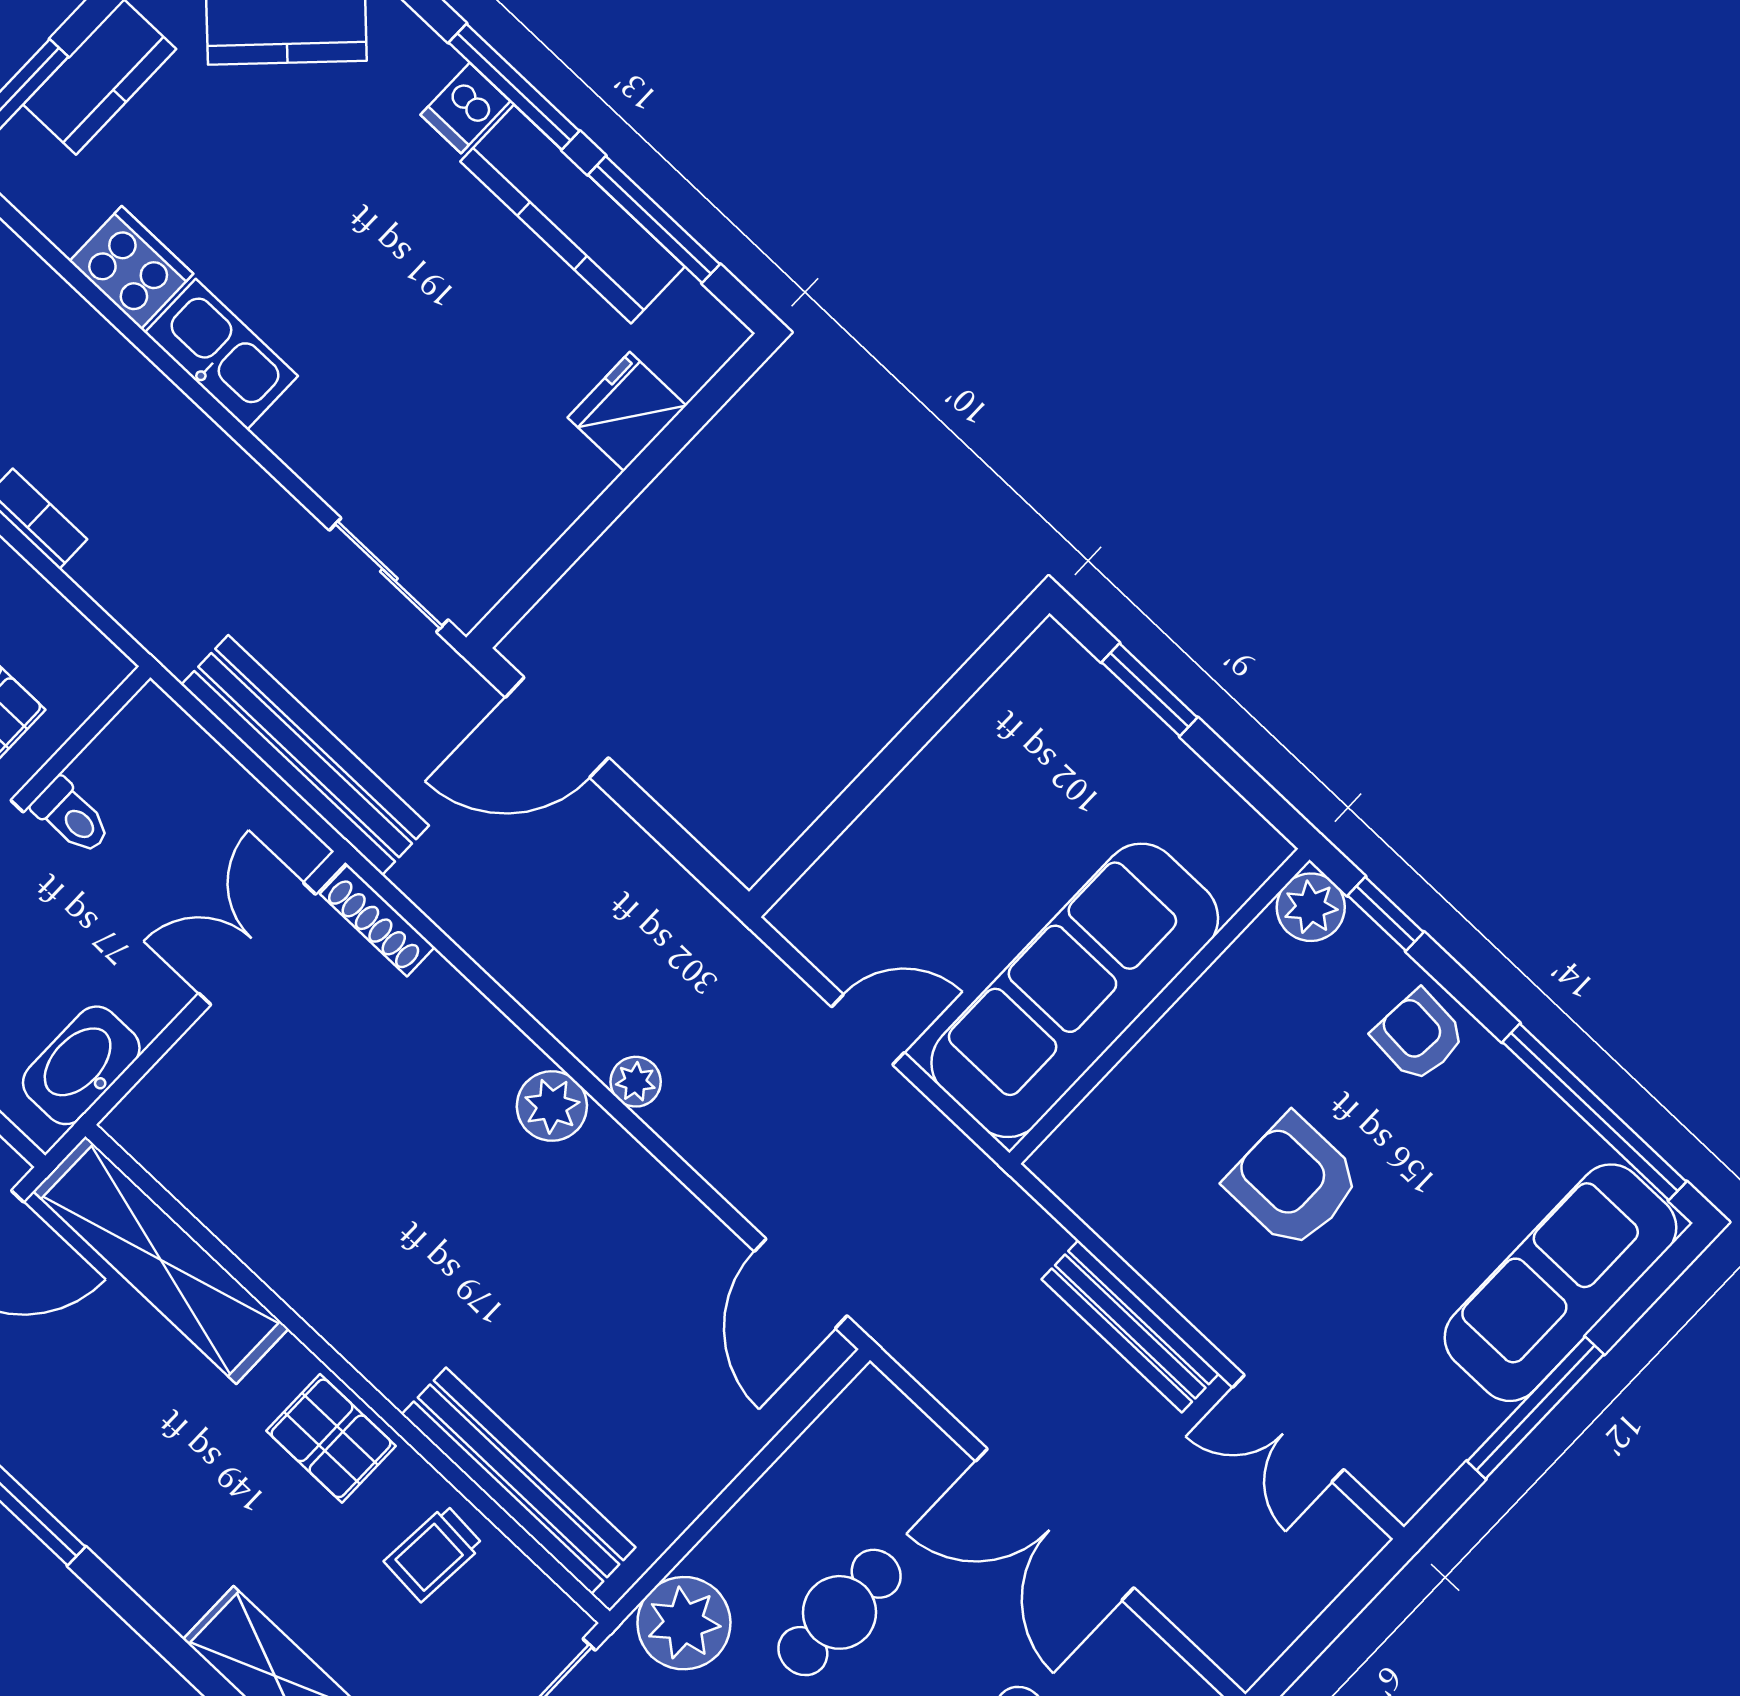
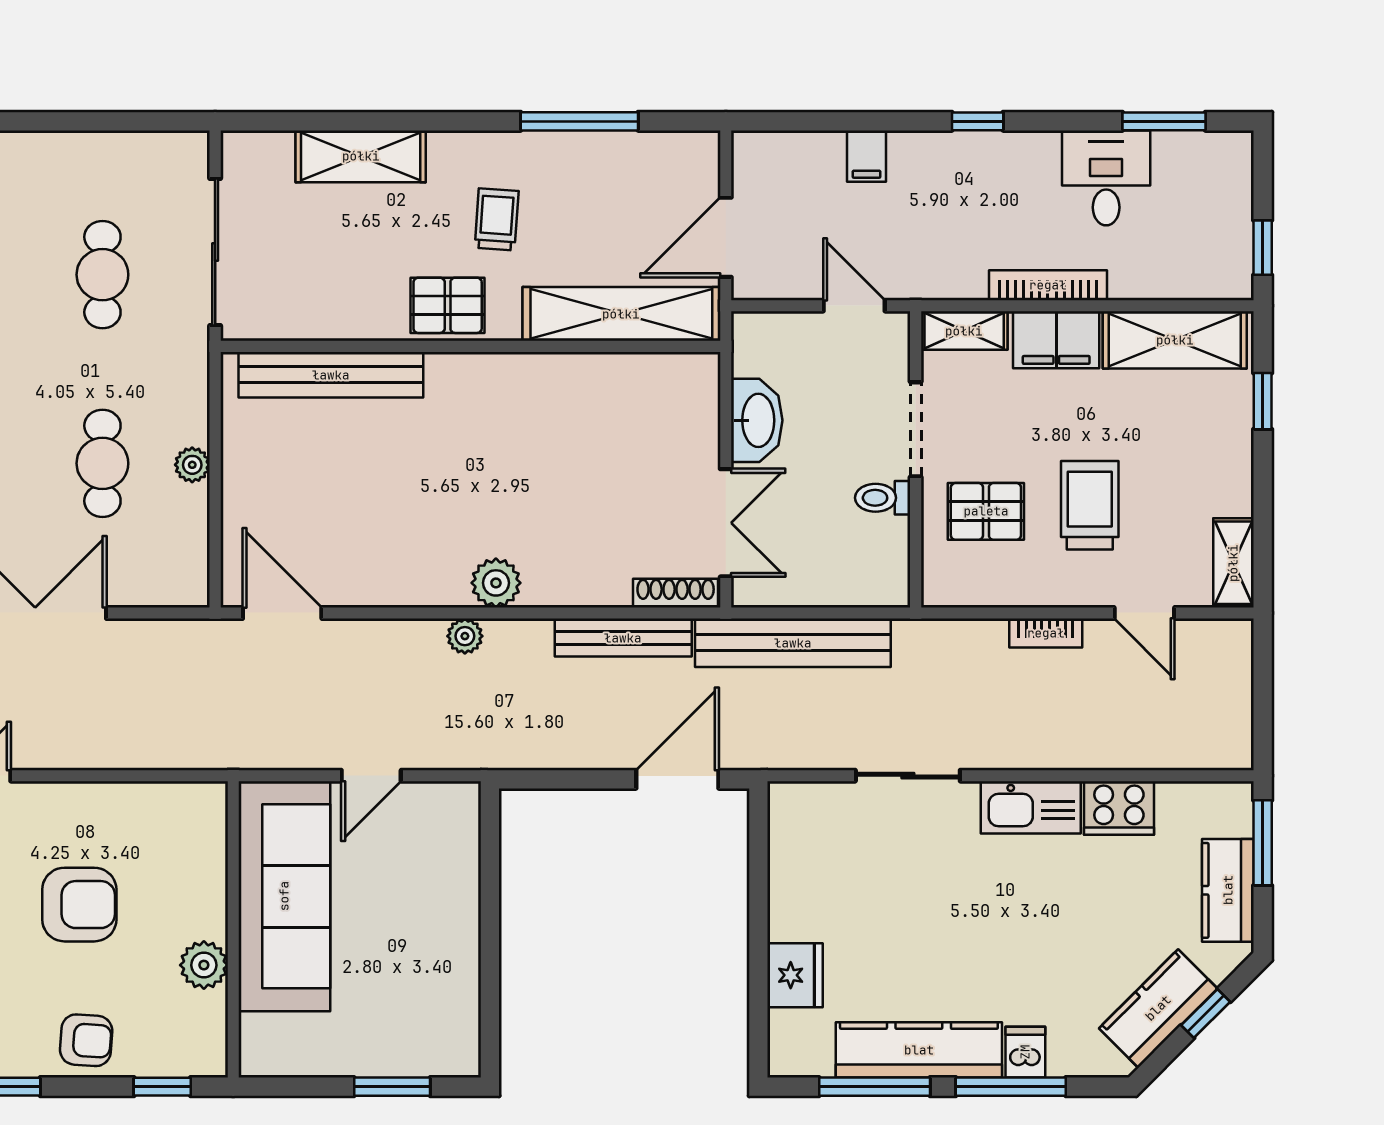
sliding door: (389, 575) -> (908, 776), moved
plant: (1311, 907) -> (204, 965), moved
washbasin: (81, 1065) -> (757, 420), moved
bench: (1130, 1326) -> (623, 638), moved
trolley: (434, 1553) -> (497, 219), moved
plant: (684, 1623) -> (192, 465), moved, width x0.53, depth x0.53

